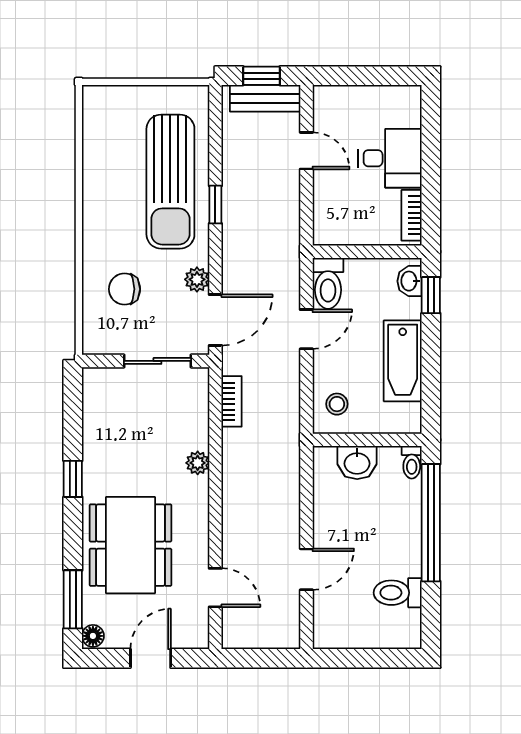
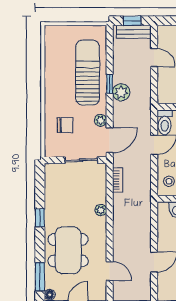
sun lounger: (170, 182) -> (88, 73), turned 180
plant: (239, 222) -> (121, 92), added
chair: (124, 289) -> (65, 125), turned 180

